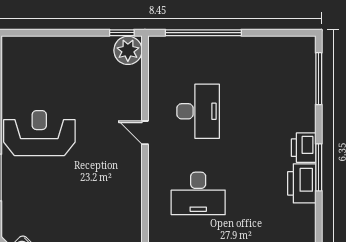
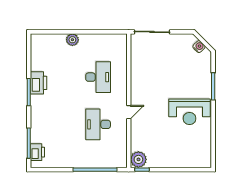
door: (145, 133) -> (129, 112), hinge flipped
printer: (304, 148) -> (37, 152), moved
desk: (198, 193) -> (98, 77), turned 90

